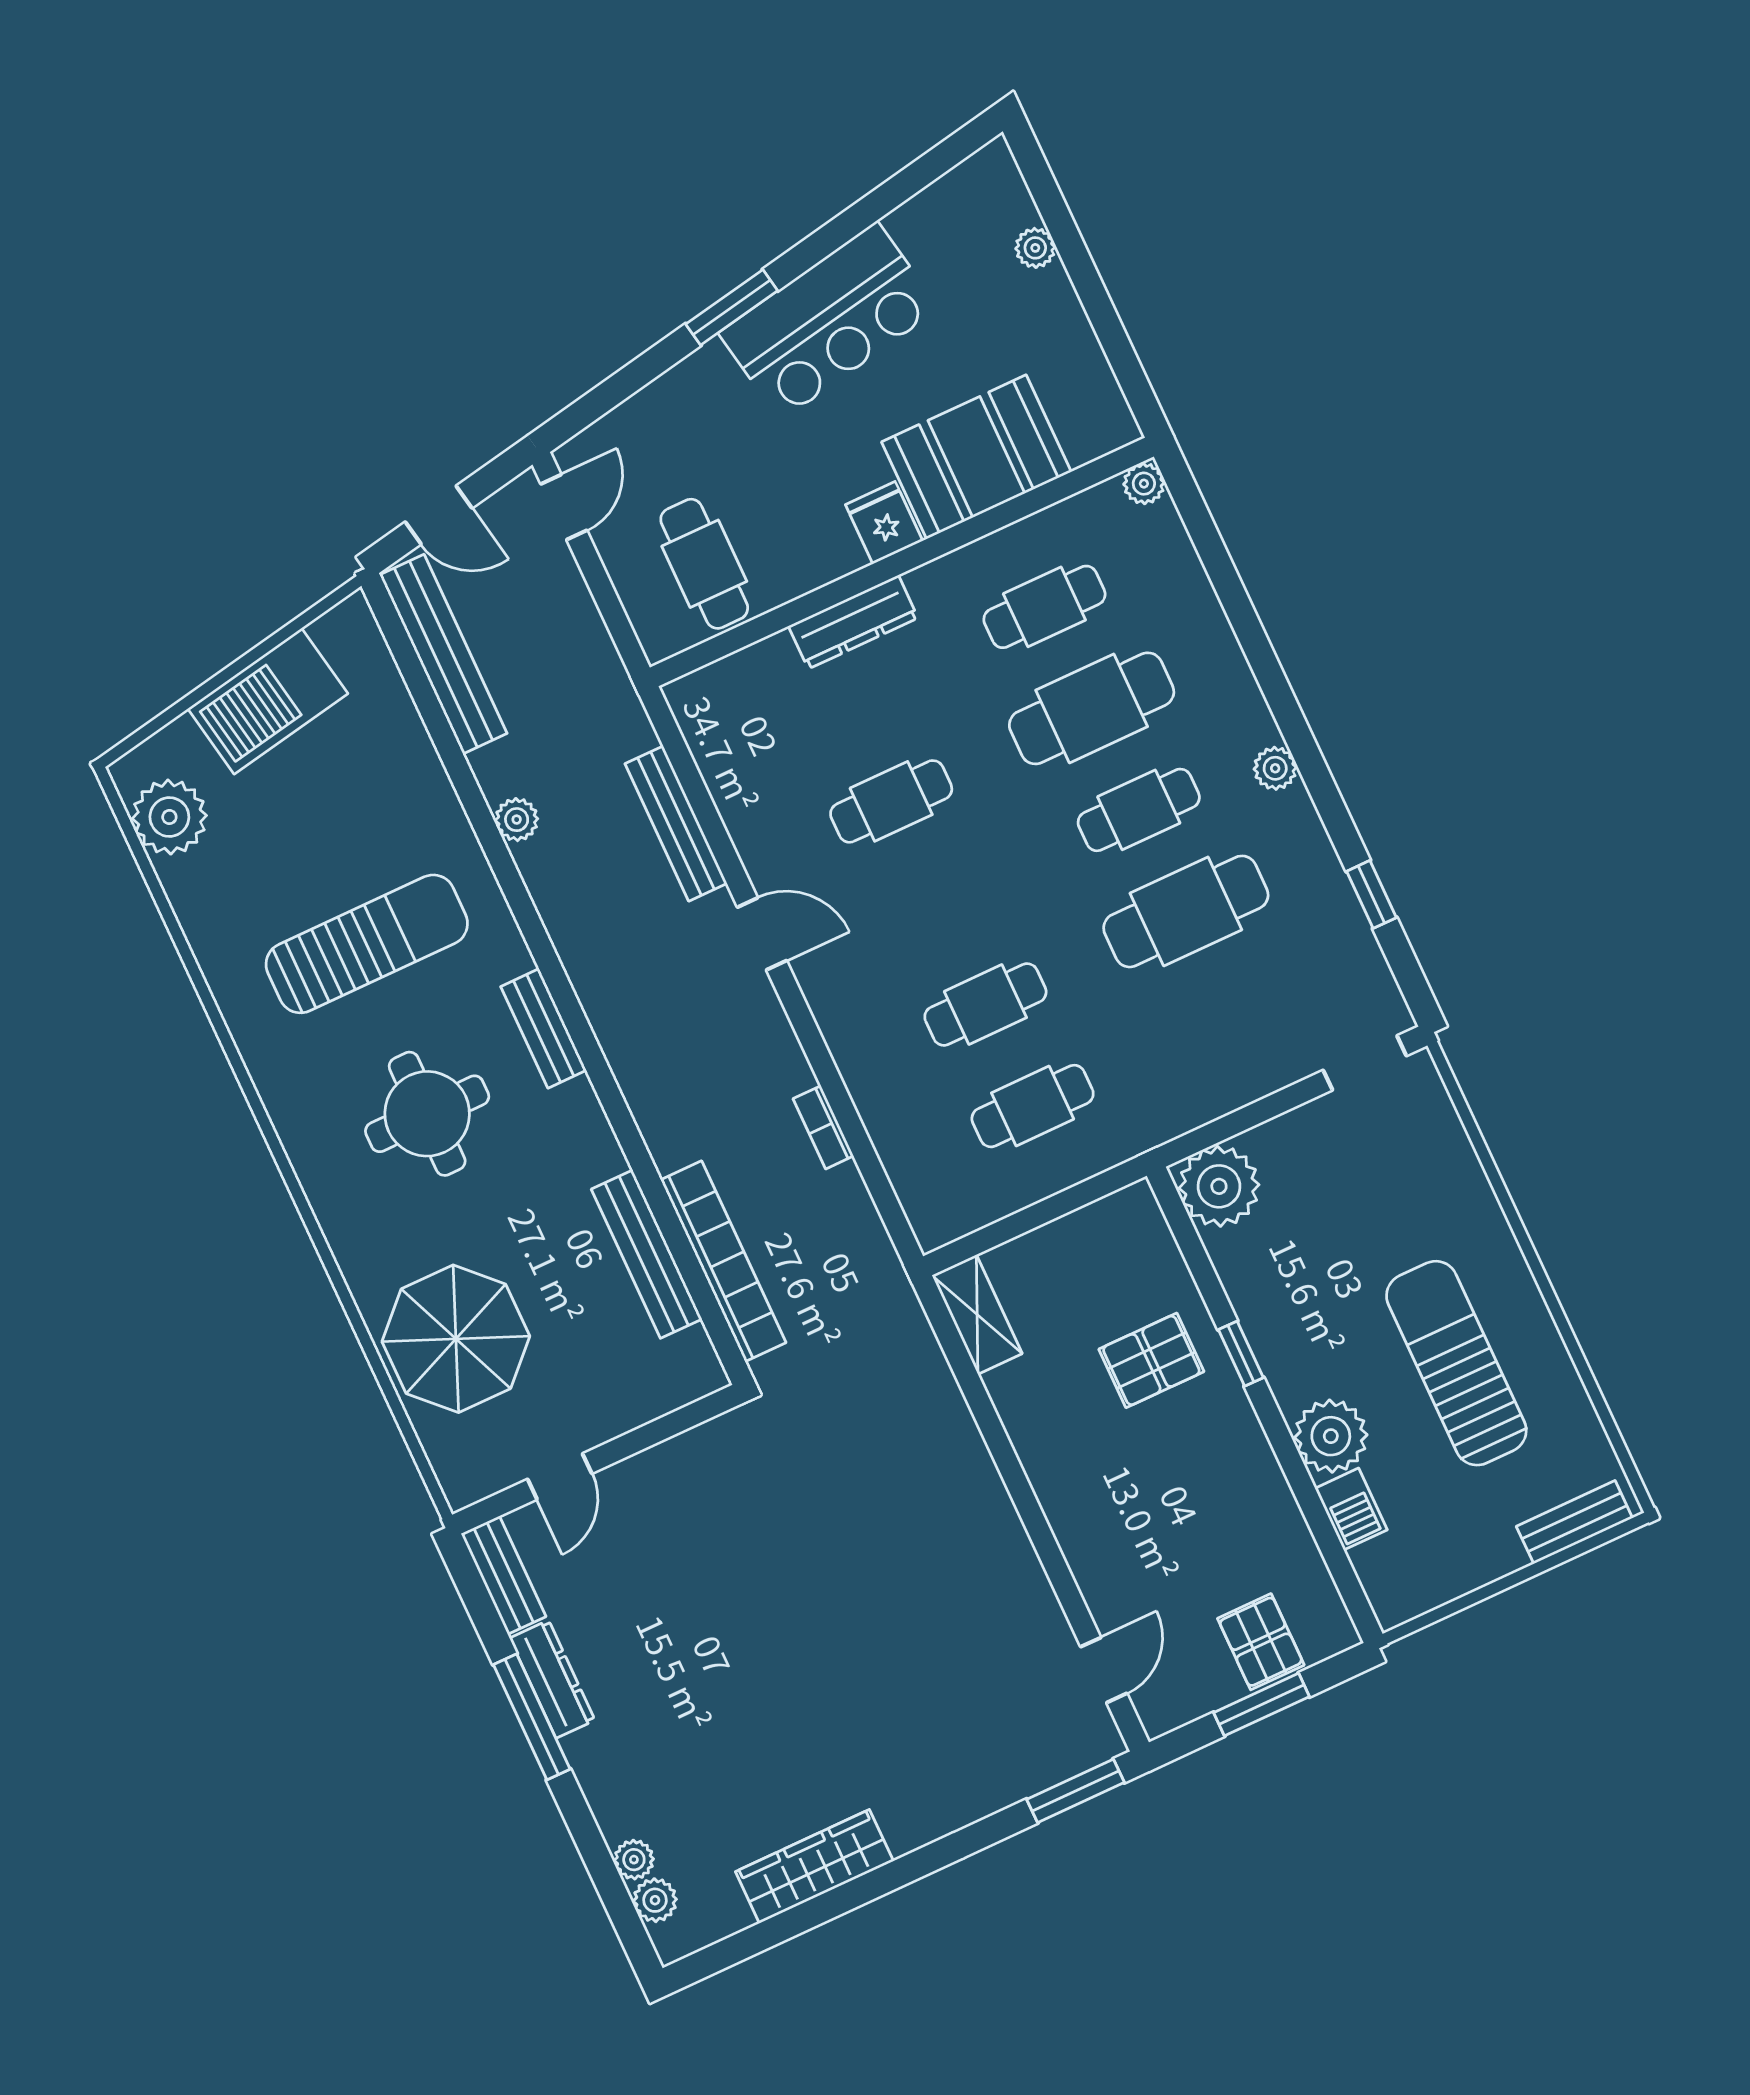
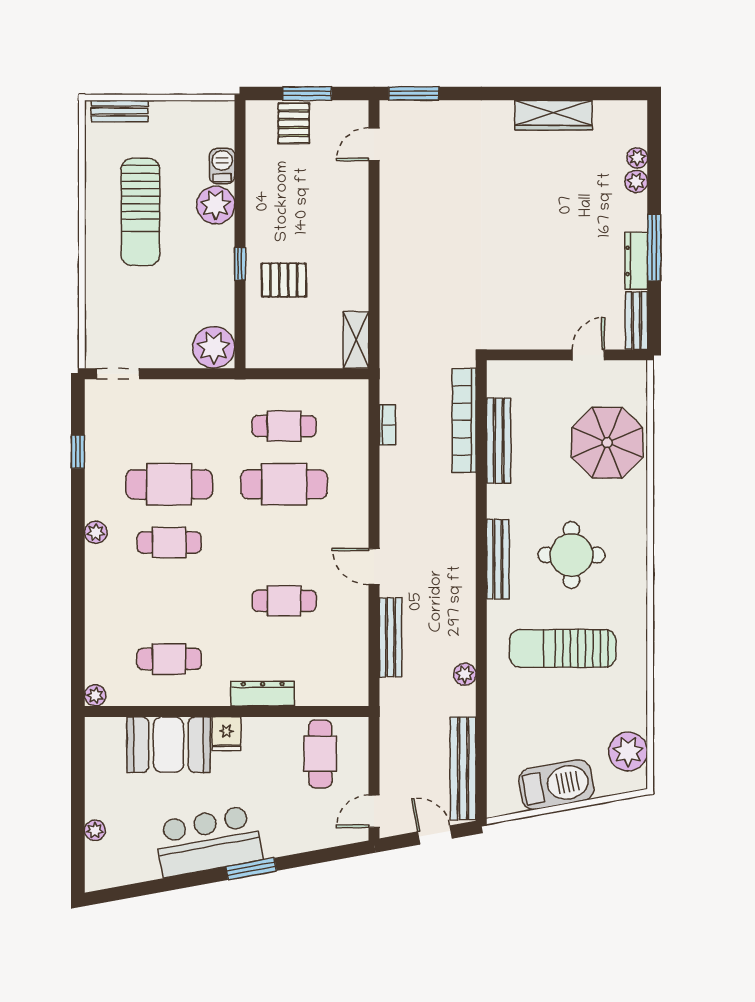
cafe table: (1092, 708) -> (169, 601), removed
cafe table: (985, 1004) -> (284, 484), width x1.37, depth x1.35
bench: (544, 1028) -> (498, 559), width x1.36
bookcase: (823, 1127) -> (388, 425), moved
plant: (655, 1900) -> (636, 182), moved

